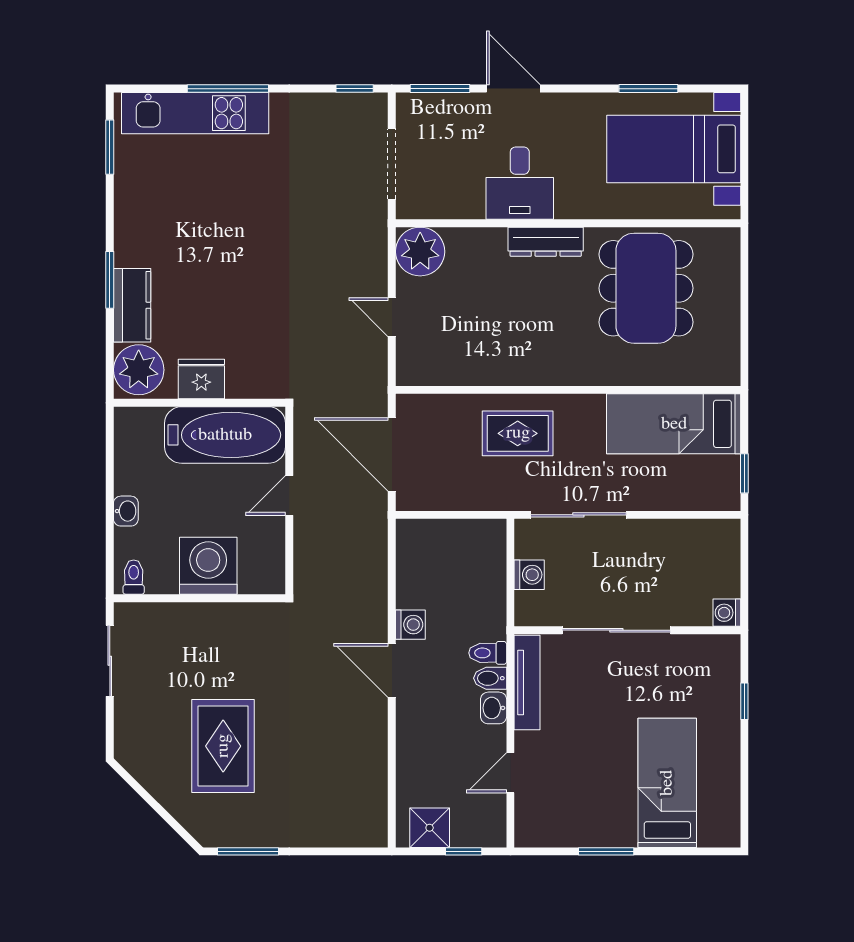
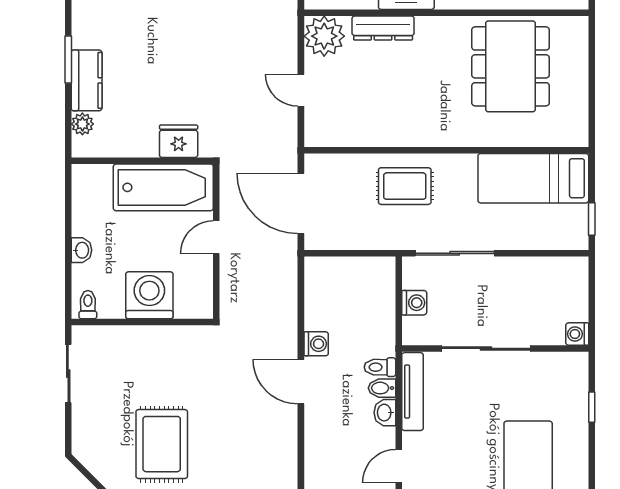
dresser: (546, 242) -> (383, 28), moved
plant: (139, 370) -> (82, 124), width x0.53, depth x0.53
fridge: (201, 379) -> (179, 141), moved

